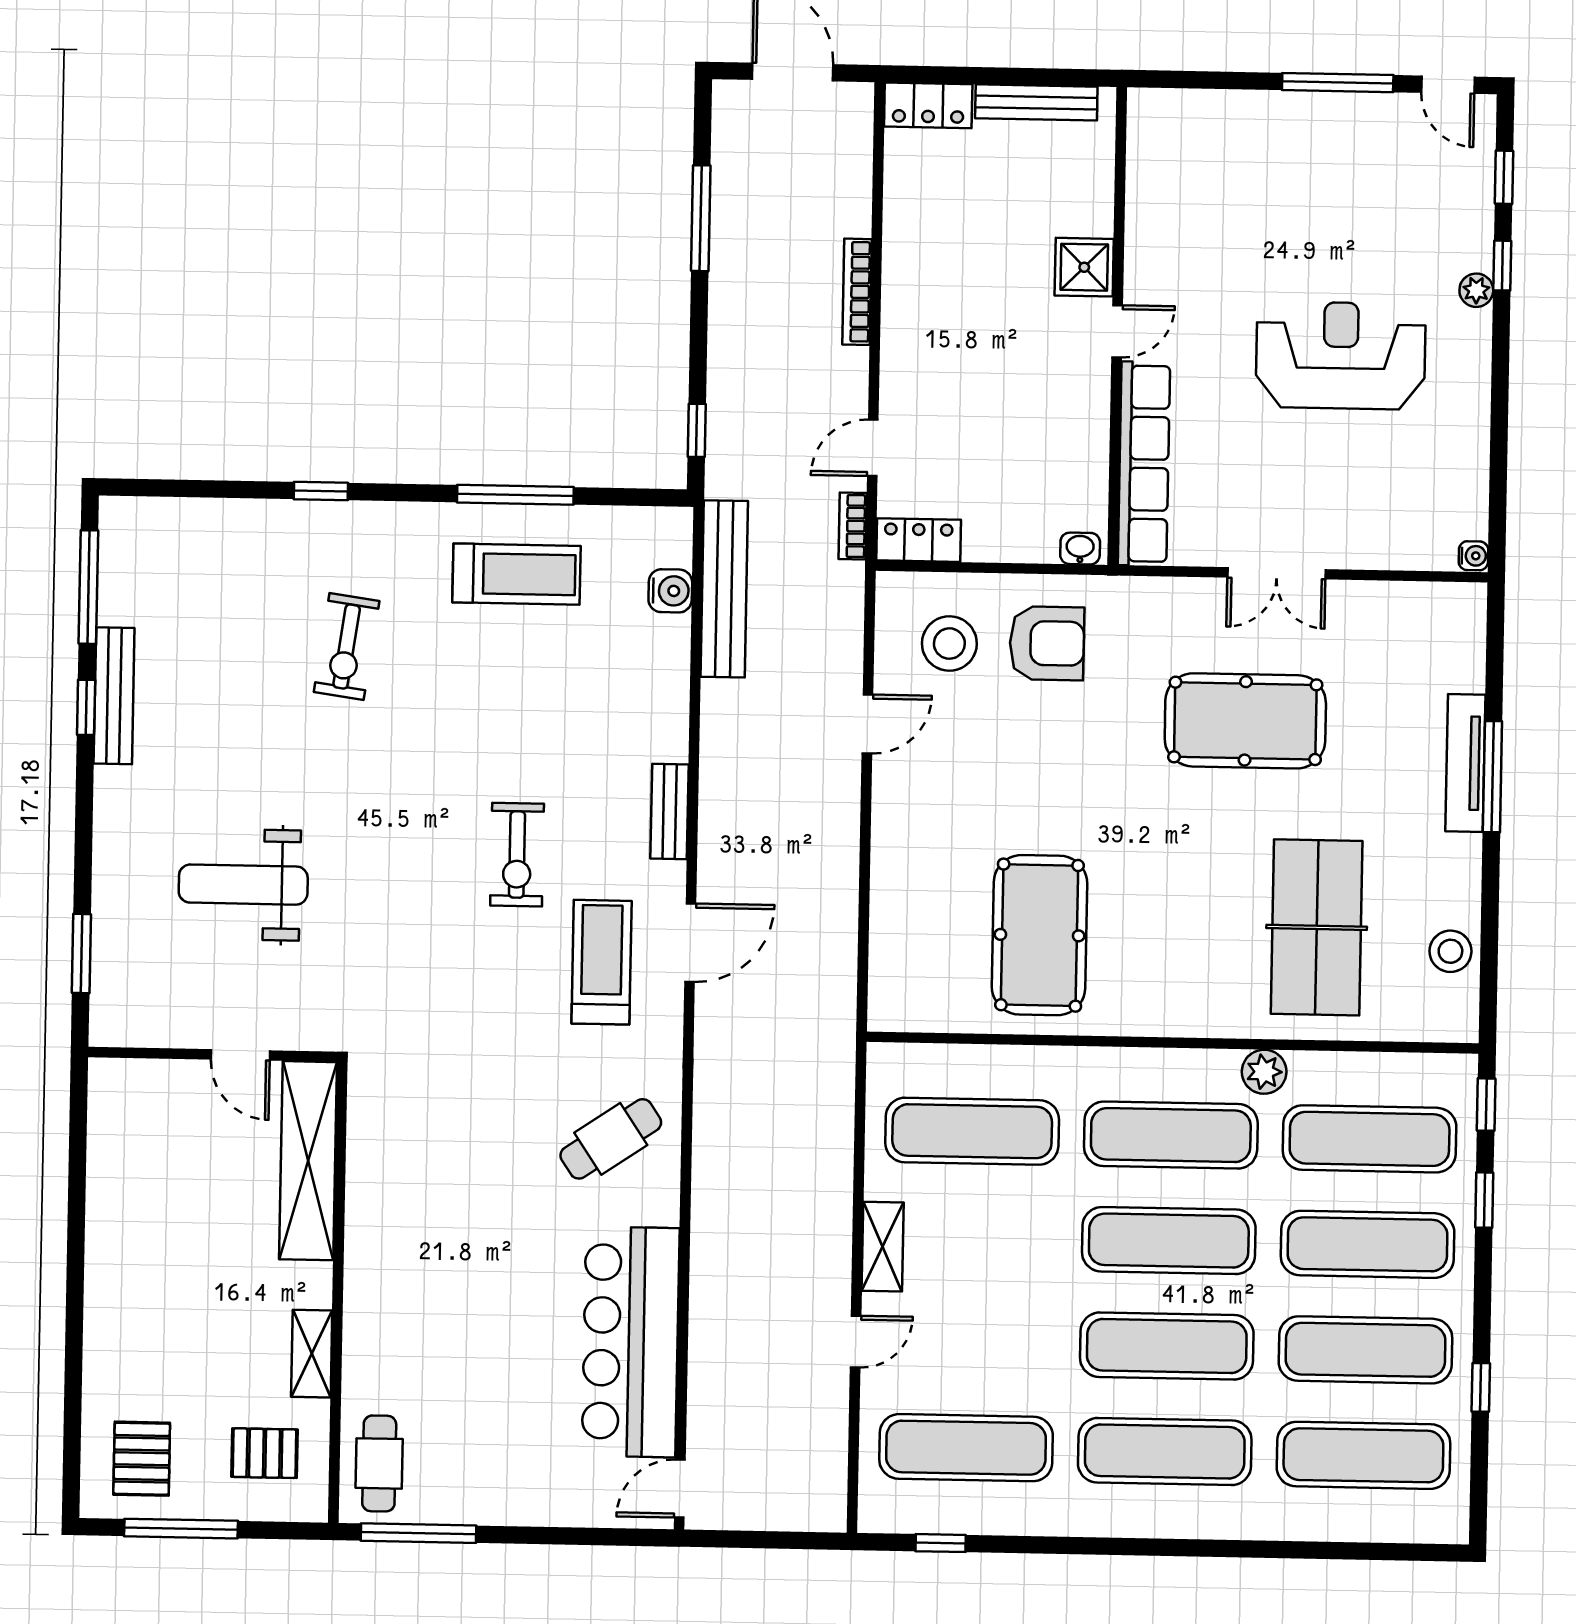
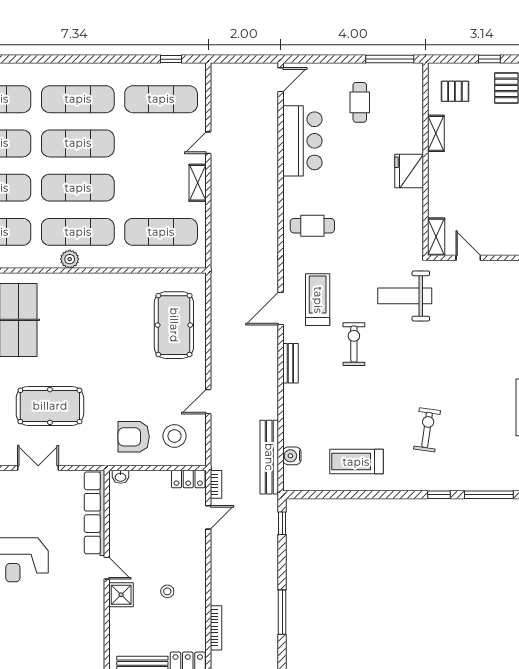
stool: (974, 273) -> (167, 591), added
bookcase: (857, 292) -> (216, 628), moved
door: (1117, 331) -> (107, 568), swing flipped
window: (515, 495) -> (489, 495), moved
weight bench: (243, 885) -> (405, 296), moved, turned 180
pool table: (1040, 935) -> (174, 325), moved
treadmill: (602, 962) -> (318, 300), turned 180
plant: (1264, 1072) -> (70, 259), moved
cafe table: (611, 1139) -> (312, 226), turned 34
shelving: (308, 1161) -> (436, 237), width x0.45, depth x0.75
fridge: (378, 1265) -> (409, 171), added
bar counter: (631, 1342) -> (302, 141), width x0.73
cafe table: (379, 1463) -> (360, 102), moved
window: (181, 1529) -> (489, 59), width x0.46

